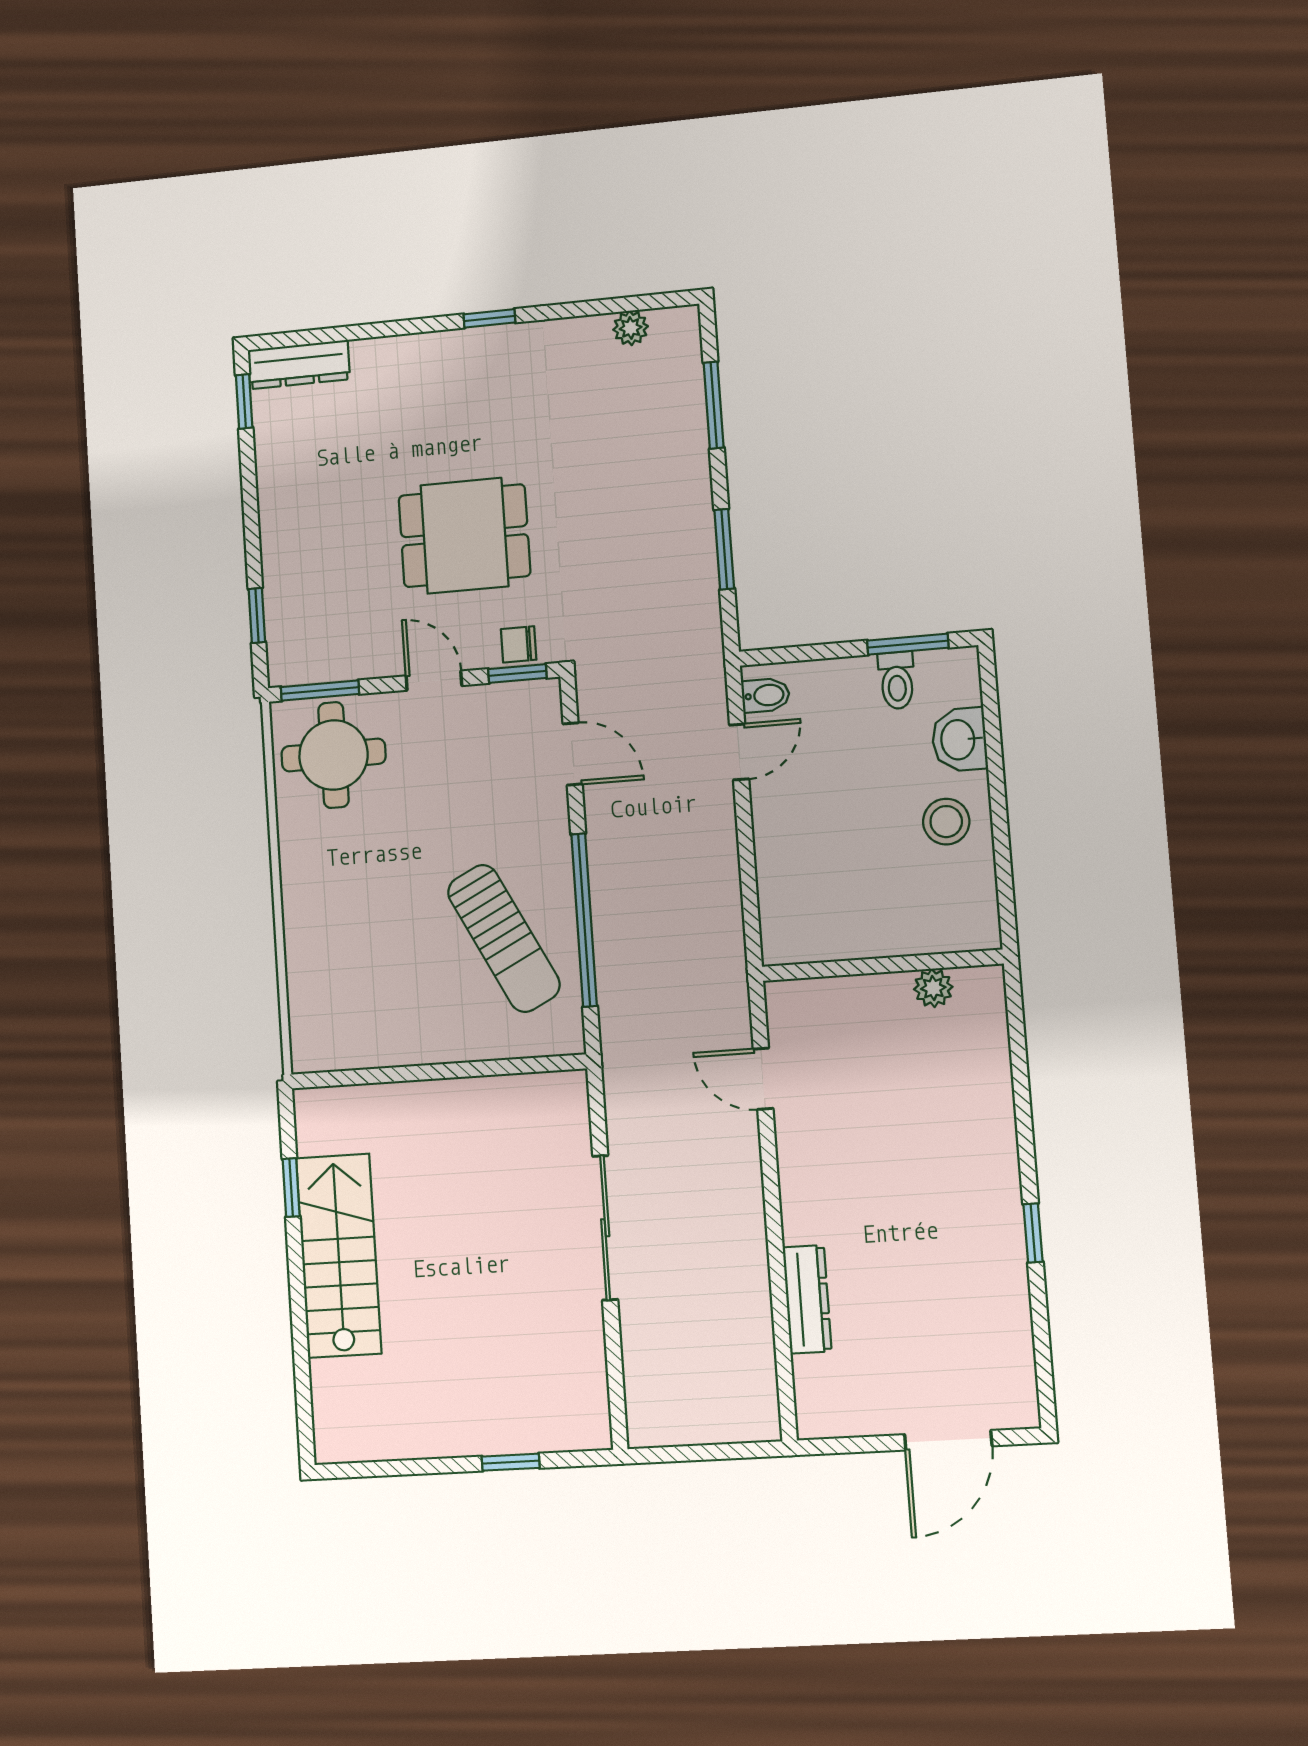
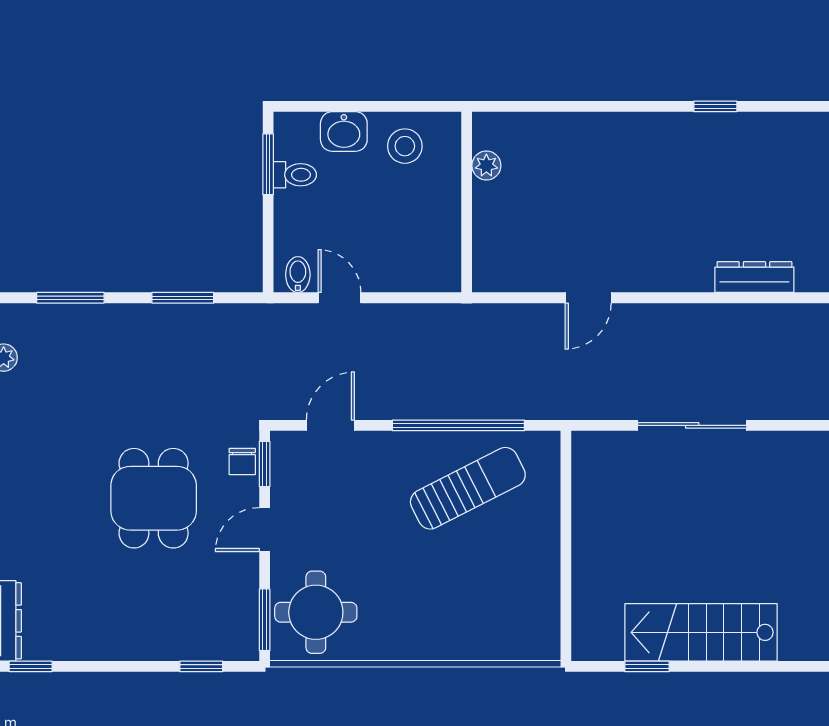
wall: (882, 965) -> (467, 202), moved
plant: (933, 988) -> (486, 165), moved

